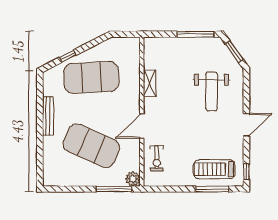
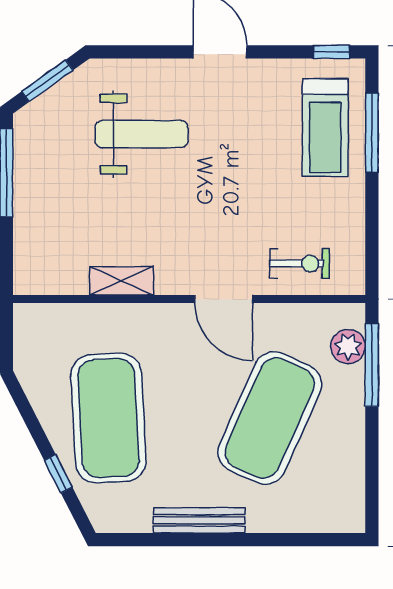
plant: (133, 179) -> (348, 346), moved

